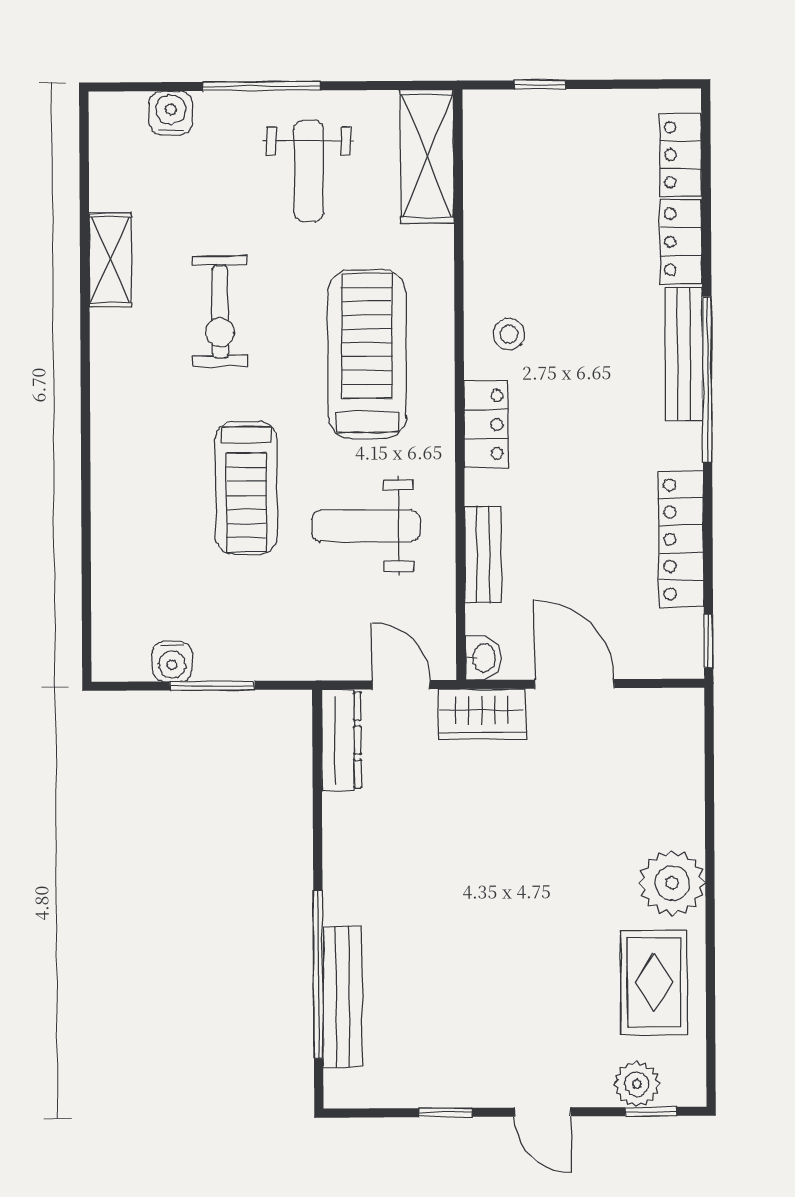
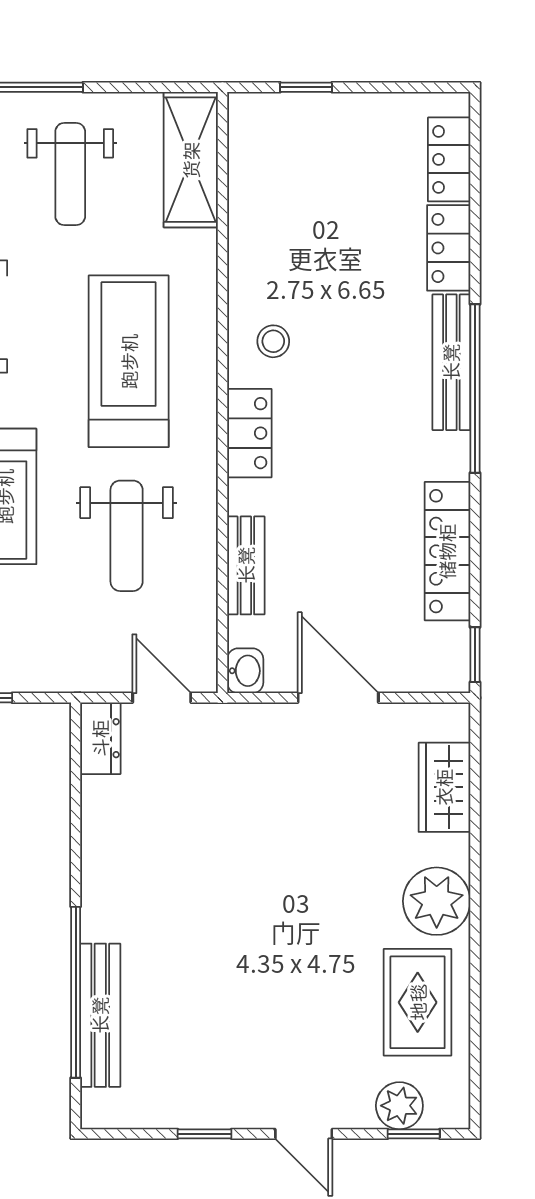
weight bench: (366, 526) -> (127, 536), turned -90
wardrobe: (482, 714) -> (444, 787), moved, turned 90
dresser: (341, 740) -> (100, 738), width x0.70

